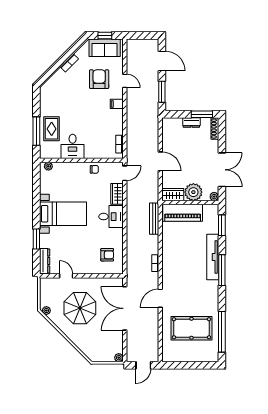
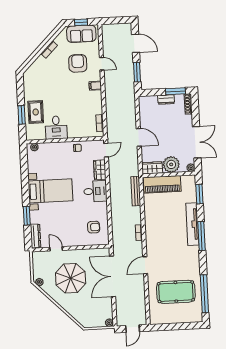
window: (36, 131) -> (22, 115), width x0.69

